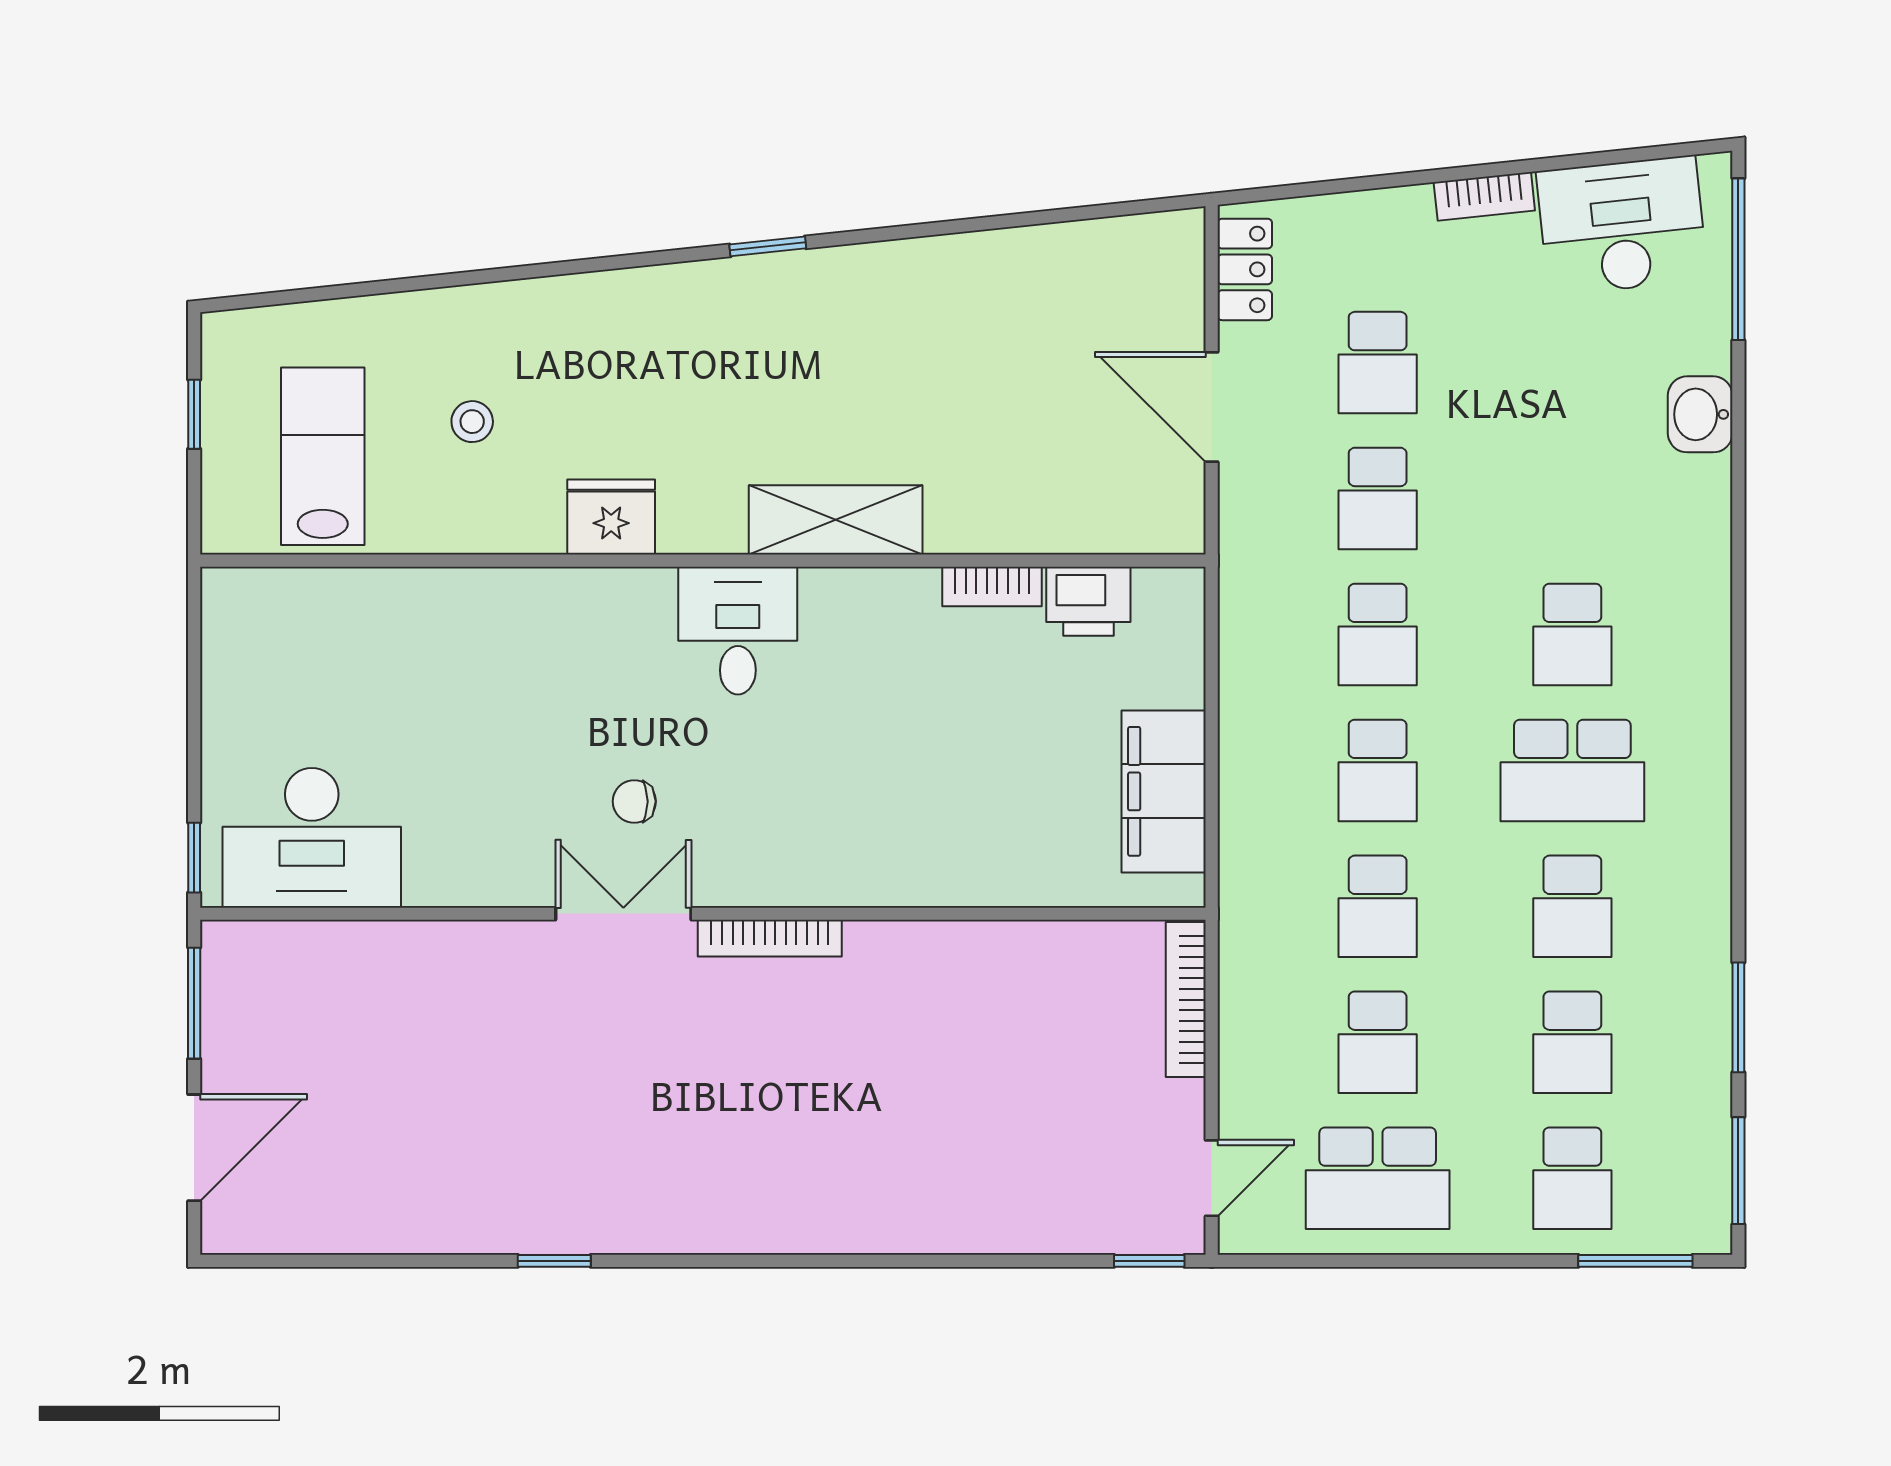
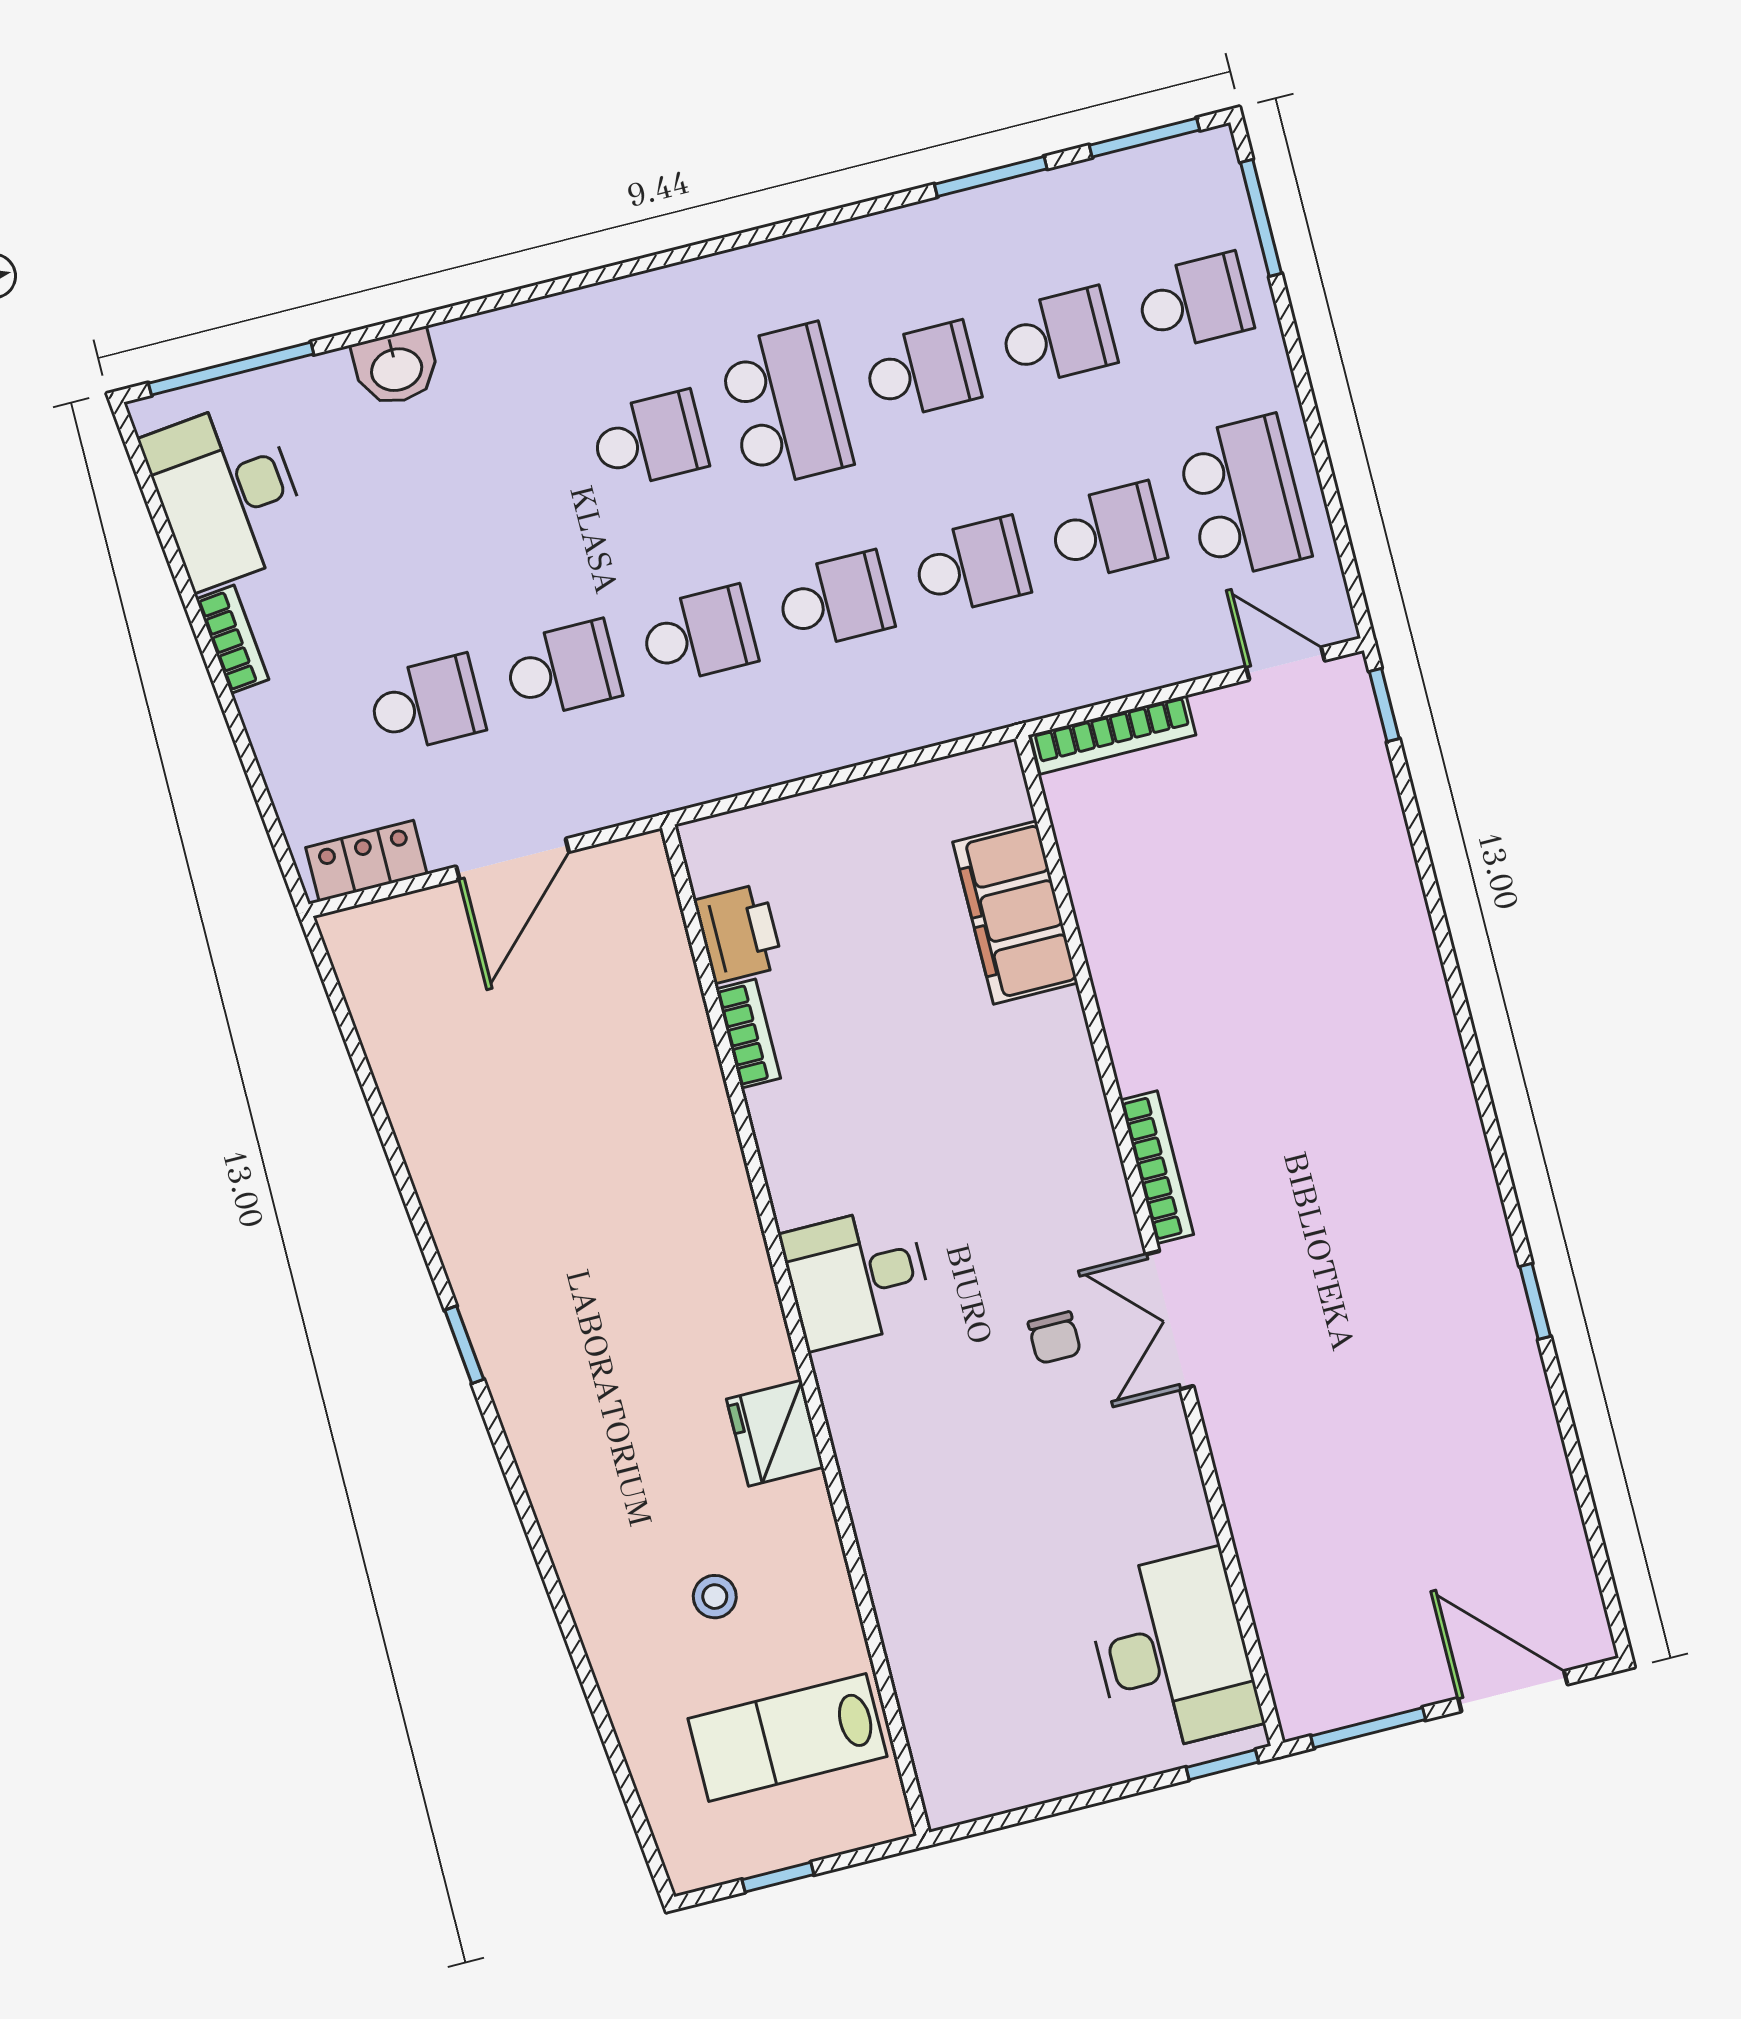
shelving: (836, 520) -> (721, 1207), removed
filing cabinet: (1164, 791) -> (1015, 913), moved, turned 90

